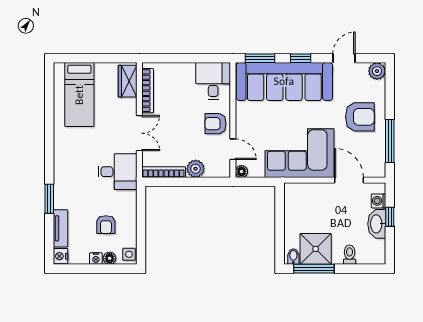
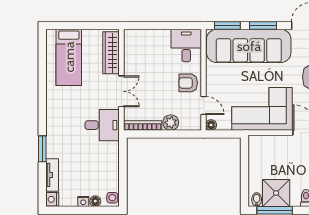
window: (301, 58) -> (263, 26), width x1.50
wardrobe: (128, 81) -> (111, 53), width x1.50
bookcase: (148, 91) -> (129, 54), removed
armchair: (106, 225) -> (92, 172), removed

